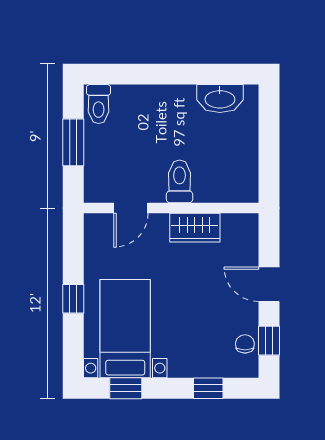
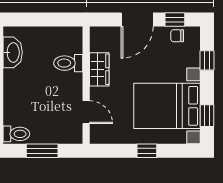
toilet: (180, 181) -> (68, 63), moved
door: (269, 284) -> (137, 20), width x1.38
bed with nightstands: (125, 329) -> (167, 106), width x1.36

